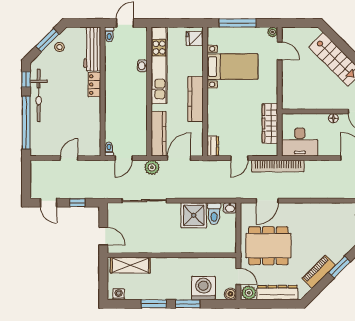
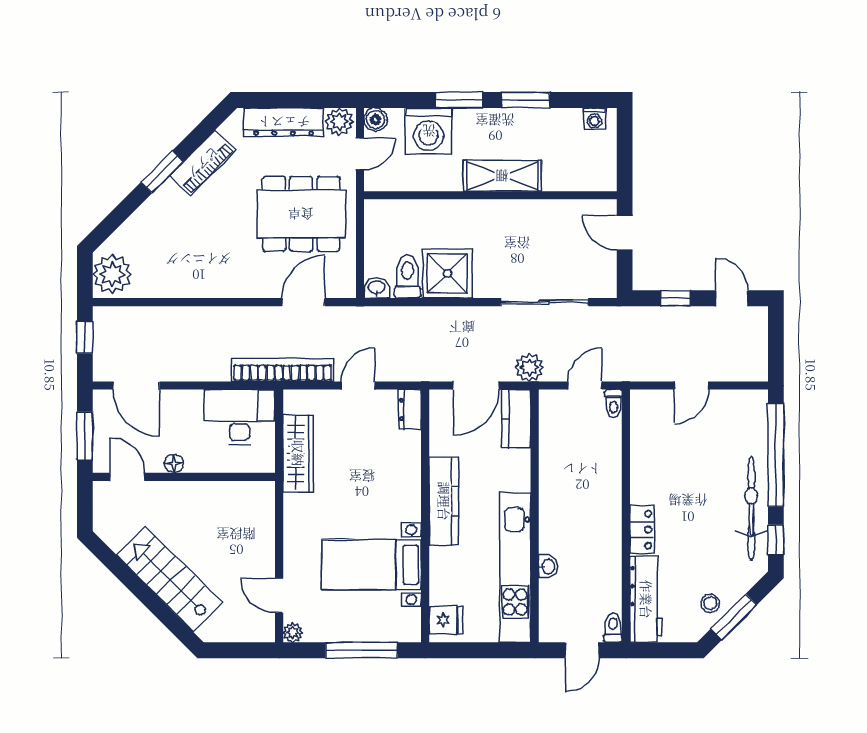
kitchen counter: (159, 134) -> (516, 419), width x0.67
shelving: (130, 265) -> (502, 176), moved
door: (238, 276) -> (360, 154), swing flipped

